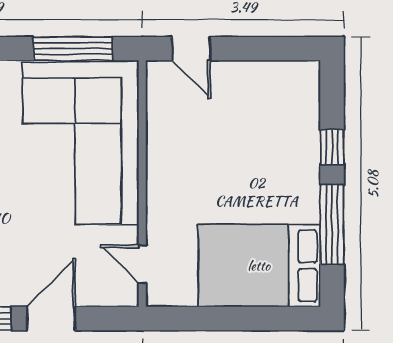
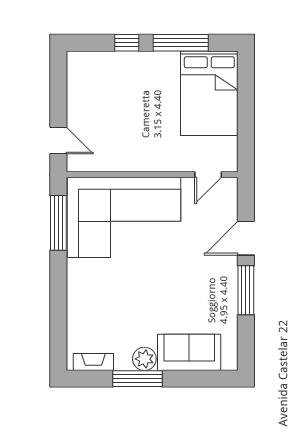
door: (191, 49) -> (58, 140), hinge flipped
door: (51, 319) -> (246, 238), hinge flipped

